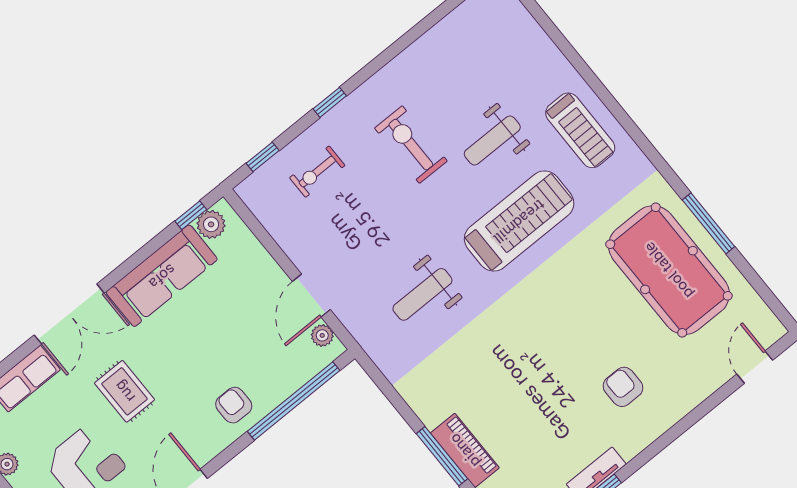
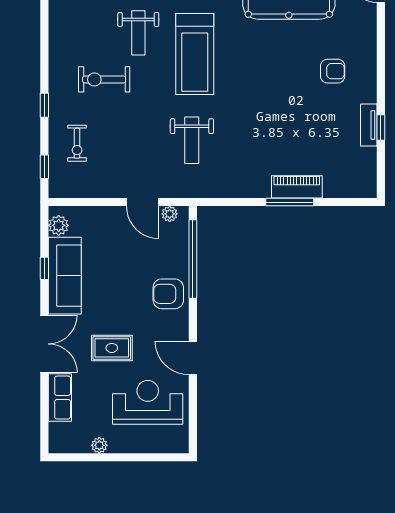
window: (191, 215) -> (44, 268), moved
treadmill: (519, 221) -> (195, 54), turned 180
armchair: (623, 387) -> (333, 71), turned 180
armchair: (234, 405) -> (168, 294), width x1.38, depth x1.38

